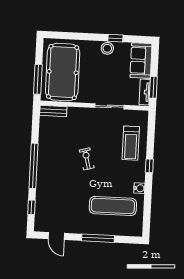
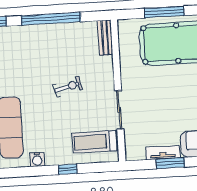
wall: (94, 106) -> (118, 90), moved
sliding door: (109, 106) -> (119, 110), moved
bench: (53, 111) -> (105, 38), moved

